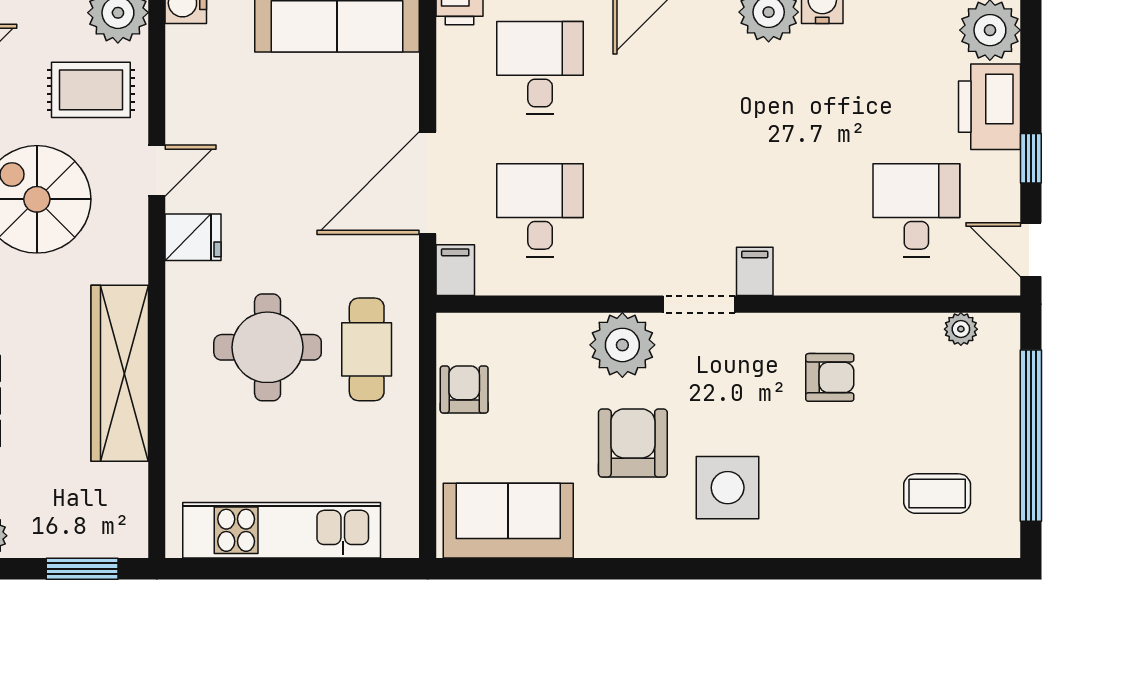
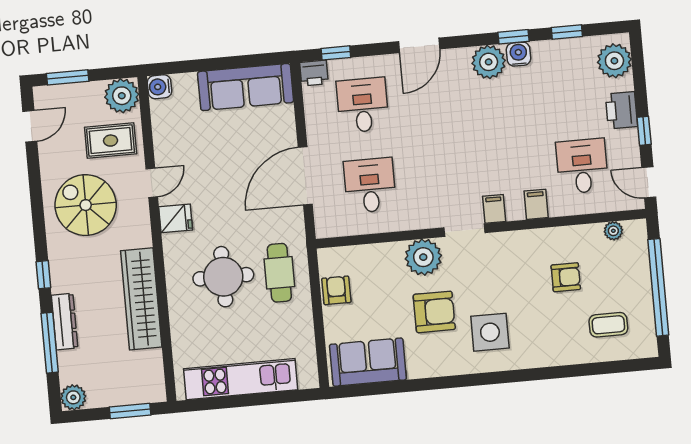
printer: (989, 107) -> (621, 110), width x0.73, depth x0.84
filing cabinet: (455, 270) -> (536, 204), moved
armchair: (830, 377) -> (566, 277), moved
armchair: (633, 443) -> (434, 312), turned 90

